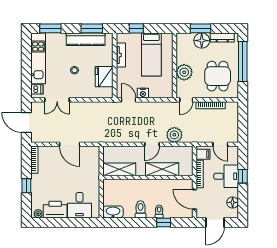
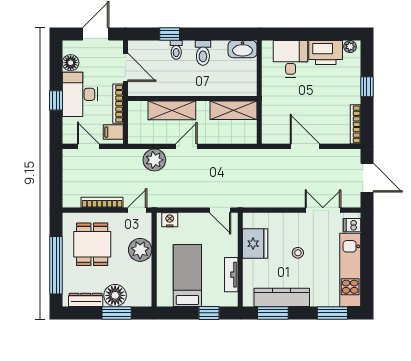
nightstand: (143, 93) -> (170, 220), moved
desk: (226, 176) -> (80, 94), width x1.37

